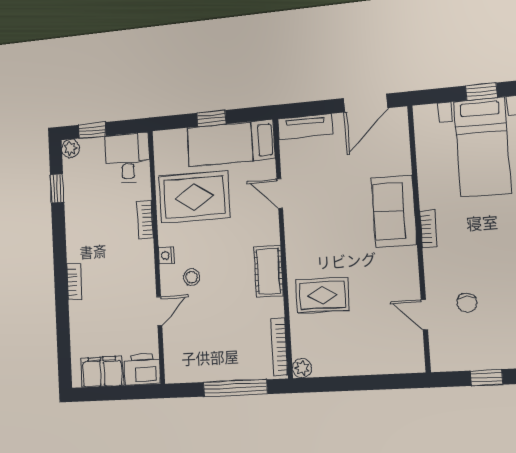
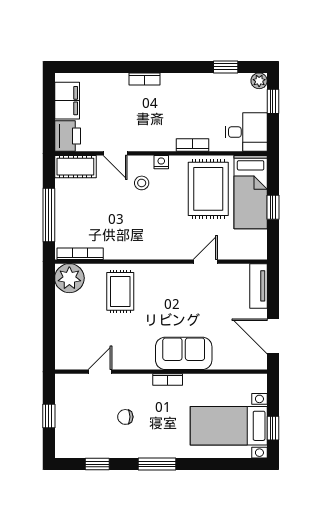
bed: (231, 143) -> (251, 192), moved, turned 180
cot: (268, 271) -> (75, 167), moved
chair: (467, 303) -> (125, 417), moved
plant: (302, 368) -> (69, 278), width x1.88, depth x1.88

